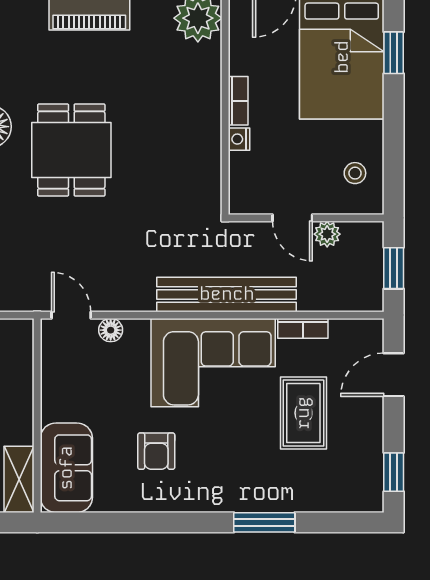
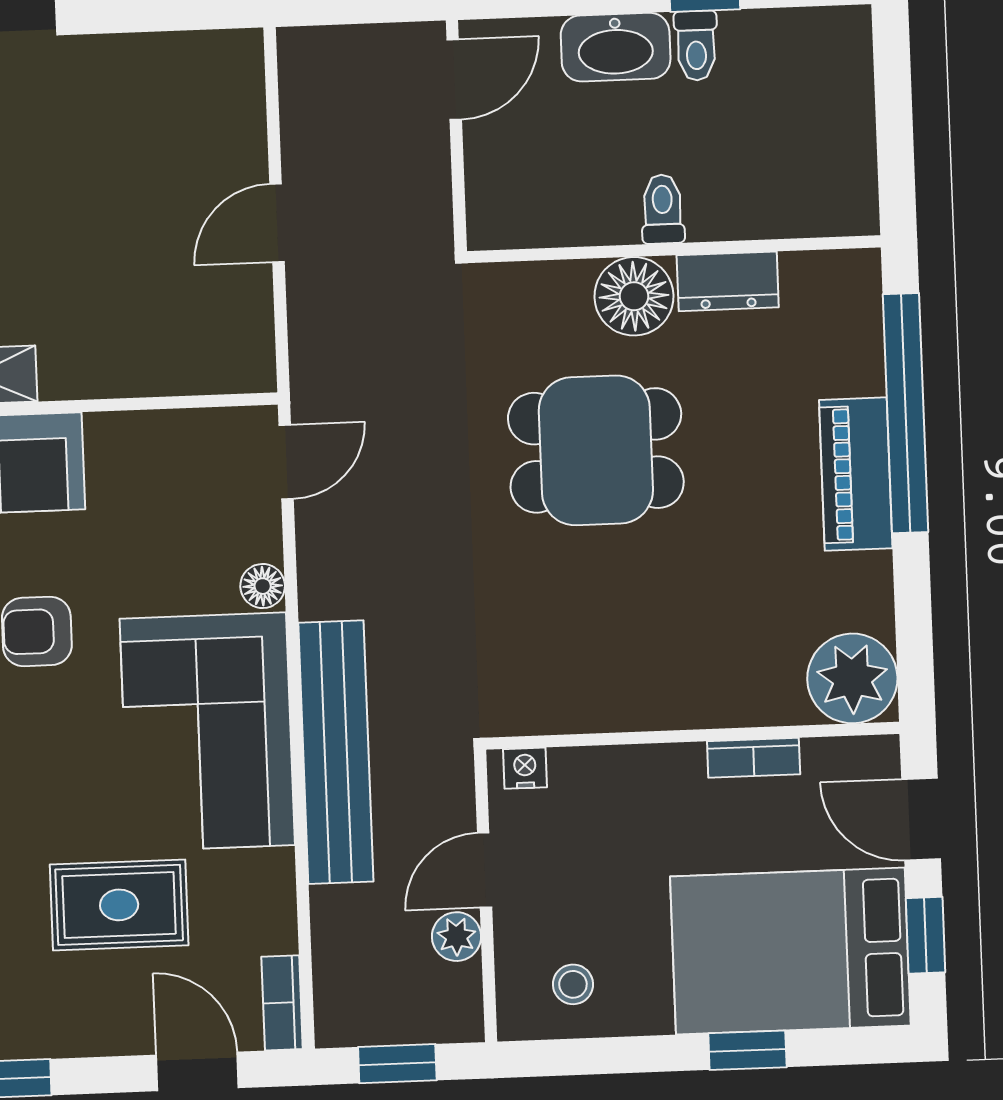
window: (394, 53) -> (747, 1050), moved
bookcase: (238, 101) -> (754, 758), moved
nightstand: (239, 139) -> (525, 768), moved
bookcase: (303, 328) -> (282, 1003), moved
floor lamp: (111, 330) -> (263, 586), moved

